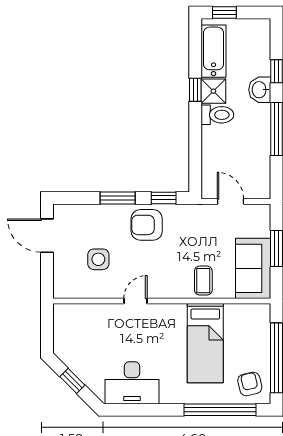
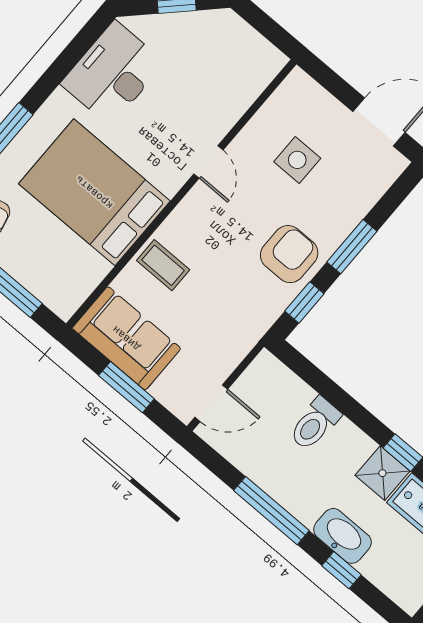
washbasin: (260, 90) -> (342, 536), width x1.38
toilet: (217, 115) -> (315, 424), moved
door: (230, 201) -> (211, 403), moved
bed: (205, 343) -> (94, 192), width x1.50

